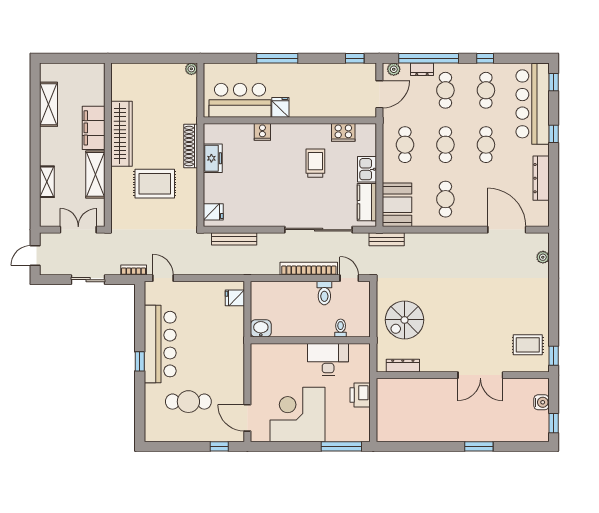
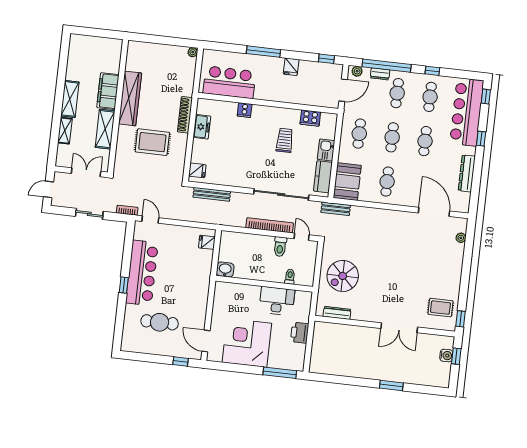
shelving: (49, 104) -> (70, 99), moved
fridge: (280, 107) -> (291, 67), moved, turned 180
window: (554, 423) -> (456, 356), moved

